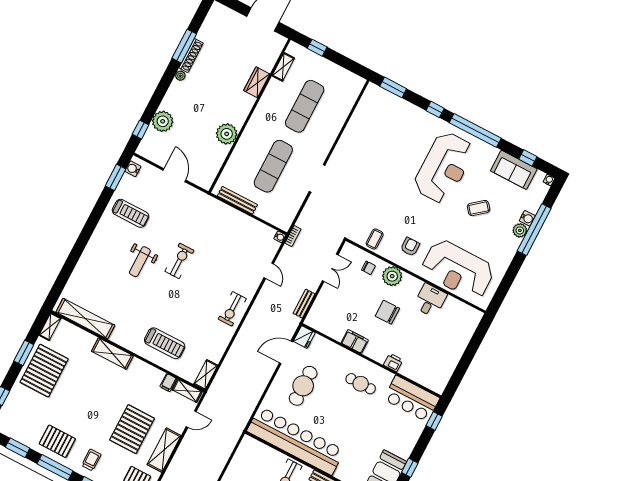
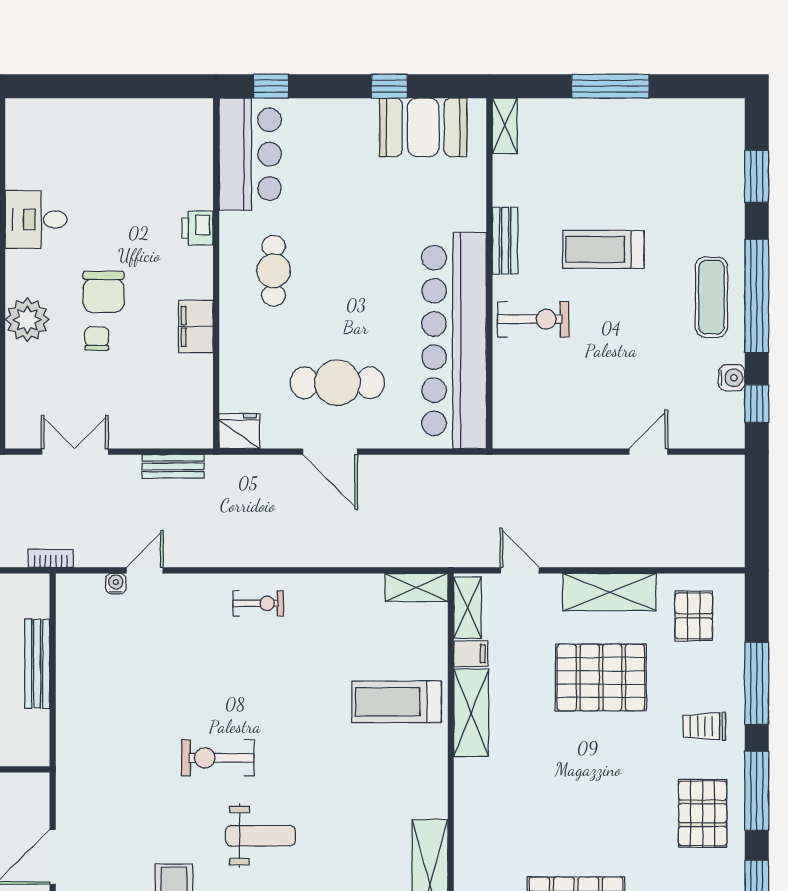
bench: (237, 200) -> (37, 664), moved
water cooler: (280, 237) -> (116, 584), moved
chair: (368, 268) -> (97, 338), moved
exercise bike: (232, 309) -> (258, 603), width x0.73, depth x0.72
treadmill: (165, 343) -> (397, 702), turned -90
door: (286, 352) -> (330, 452), moved
shelving: (112, 353) -> (471, 713), moved

